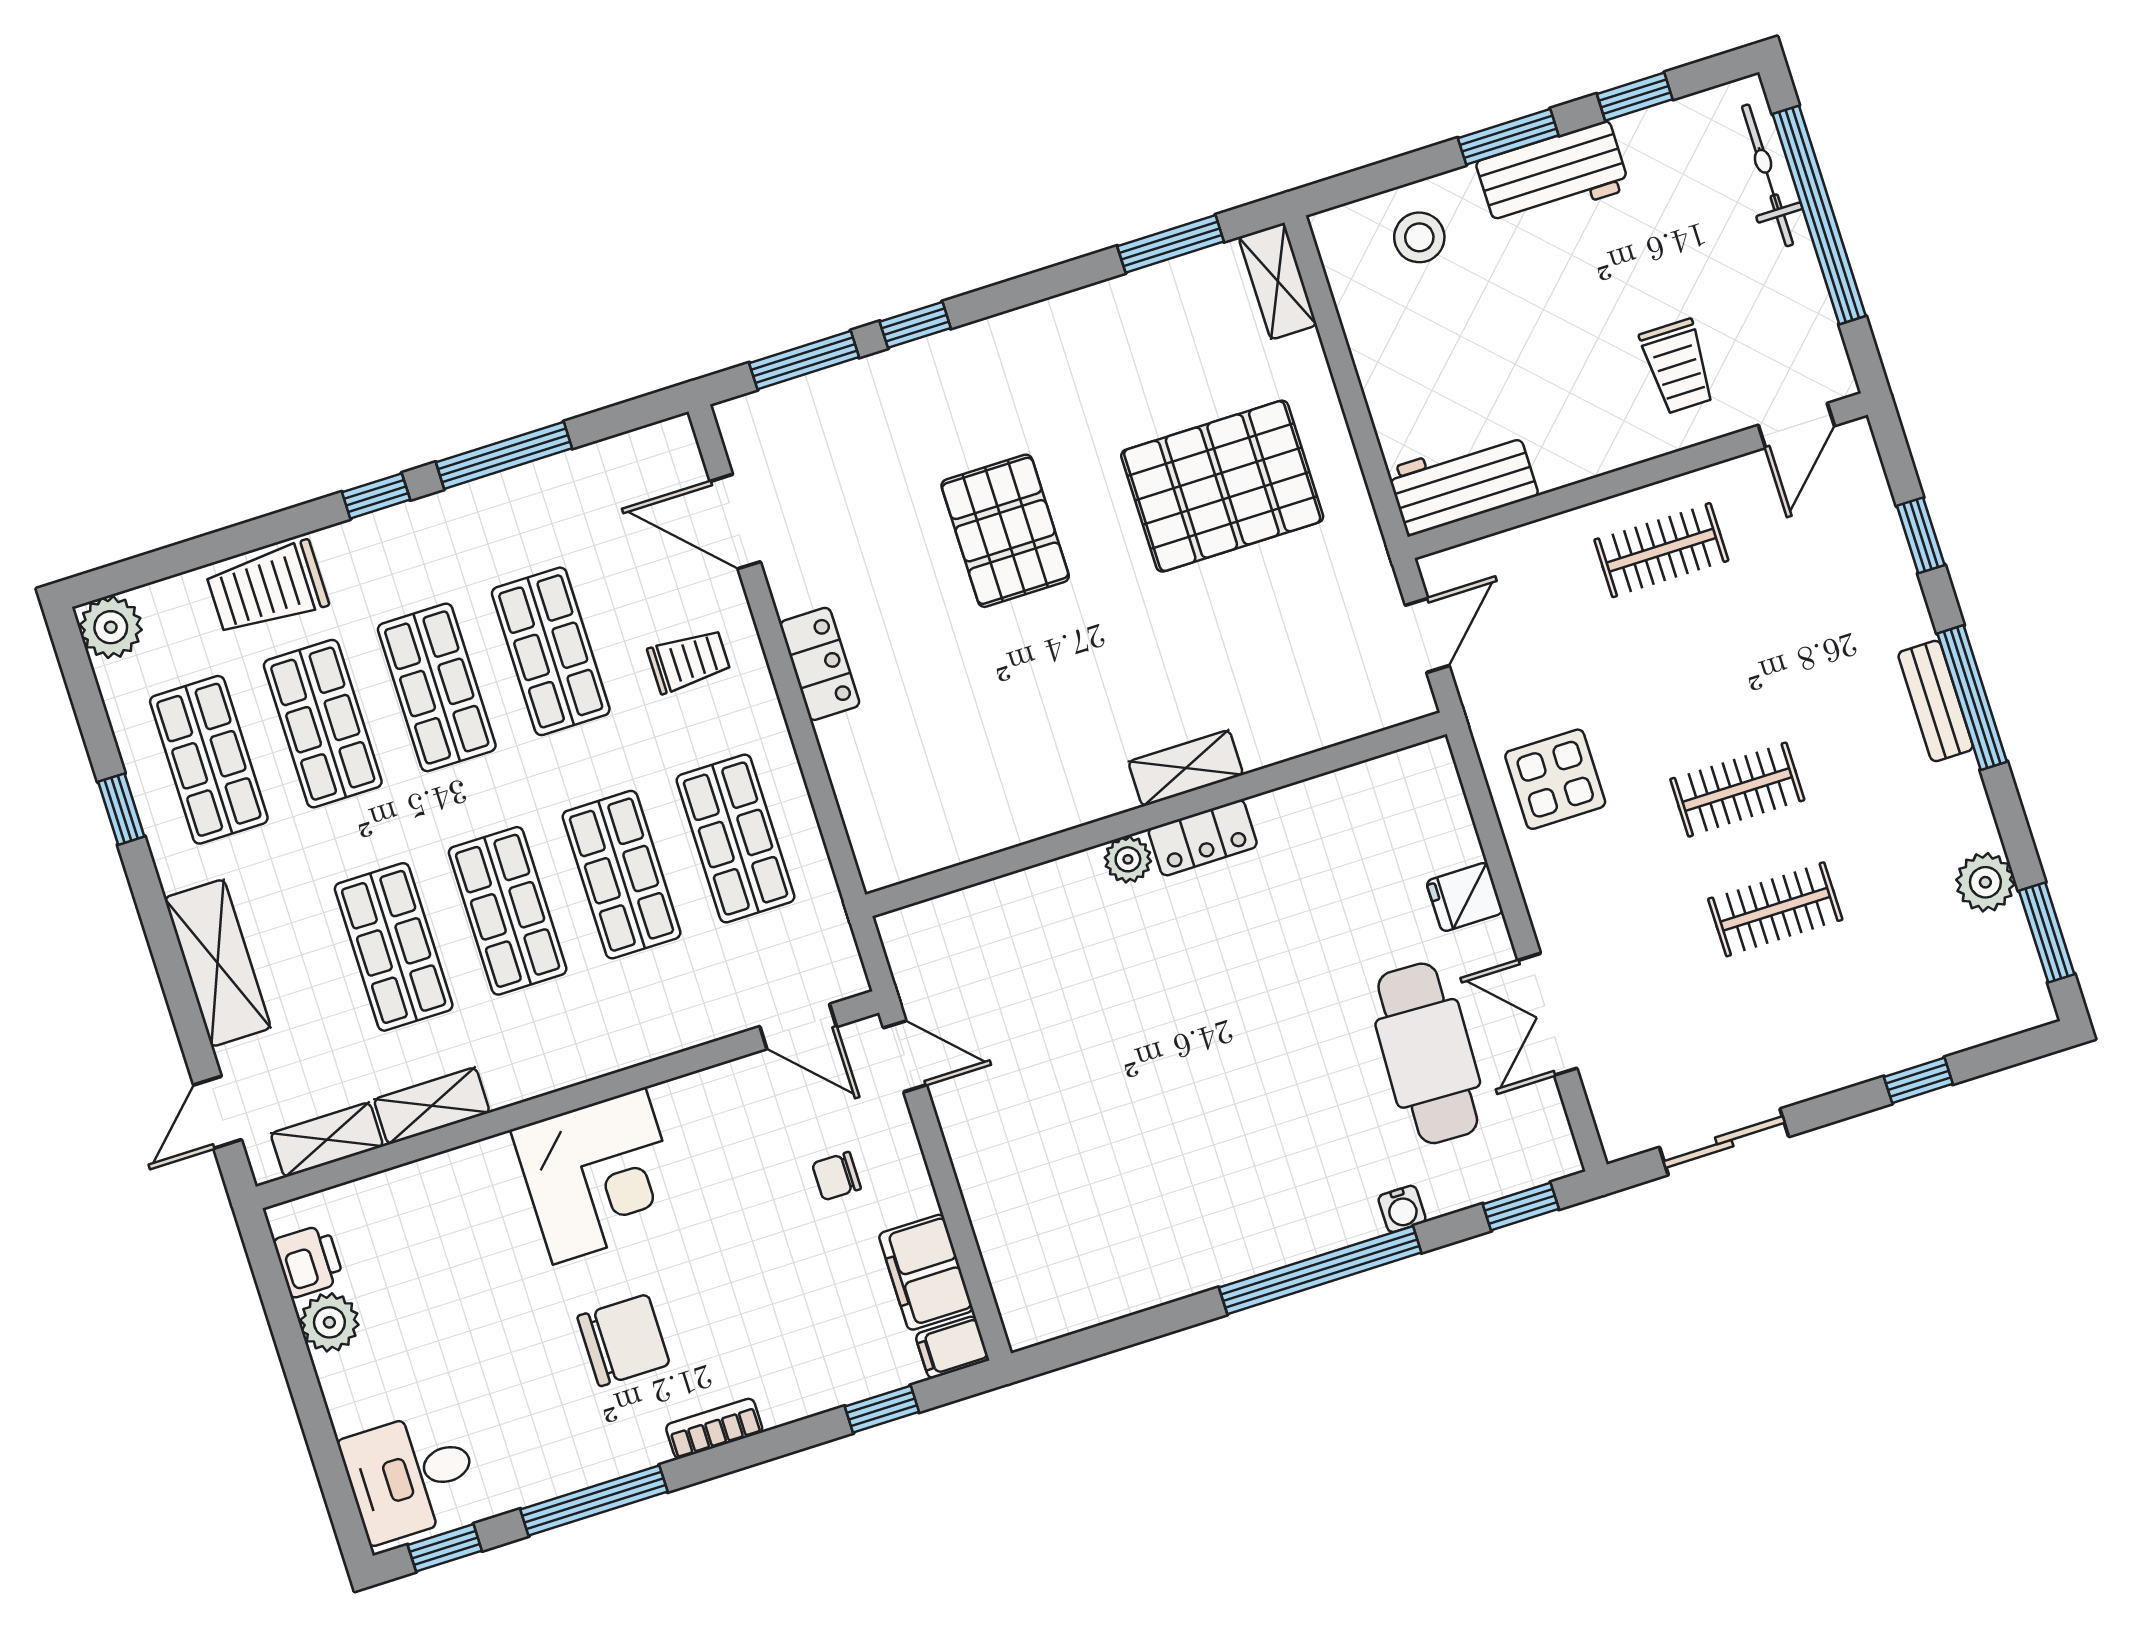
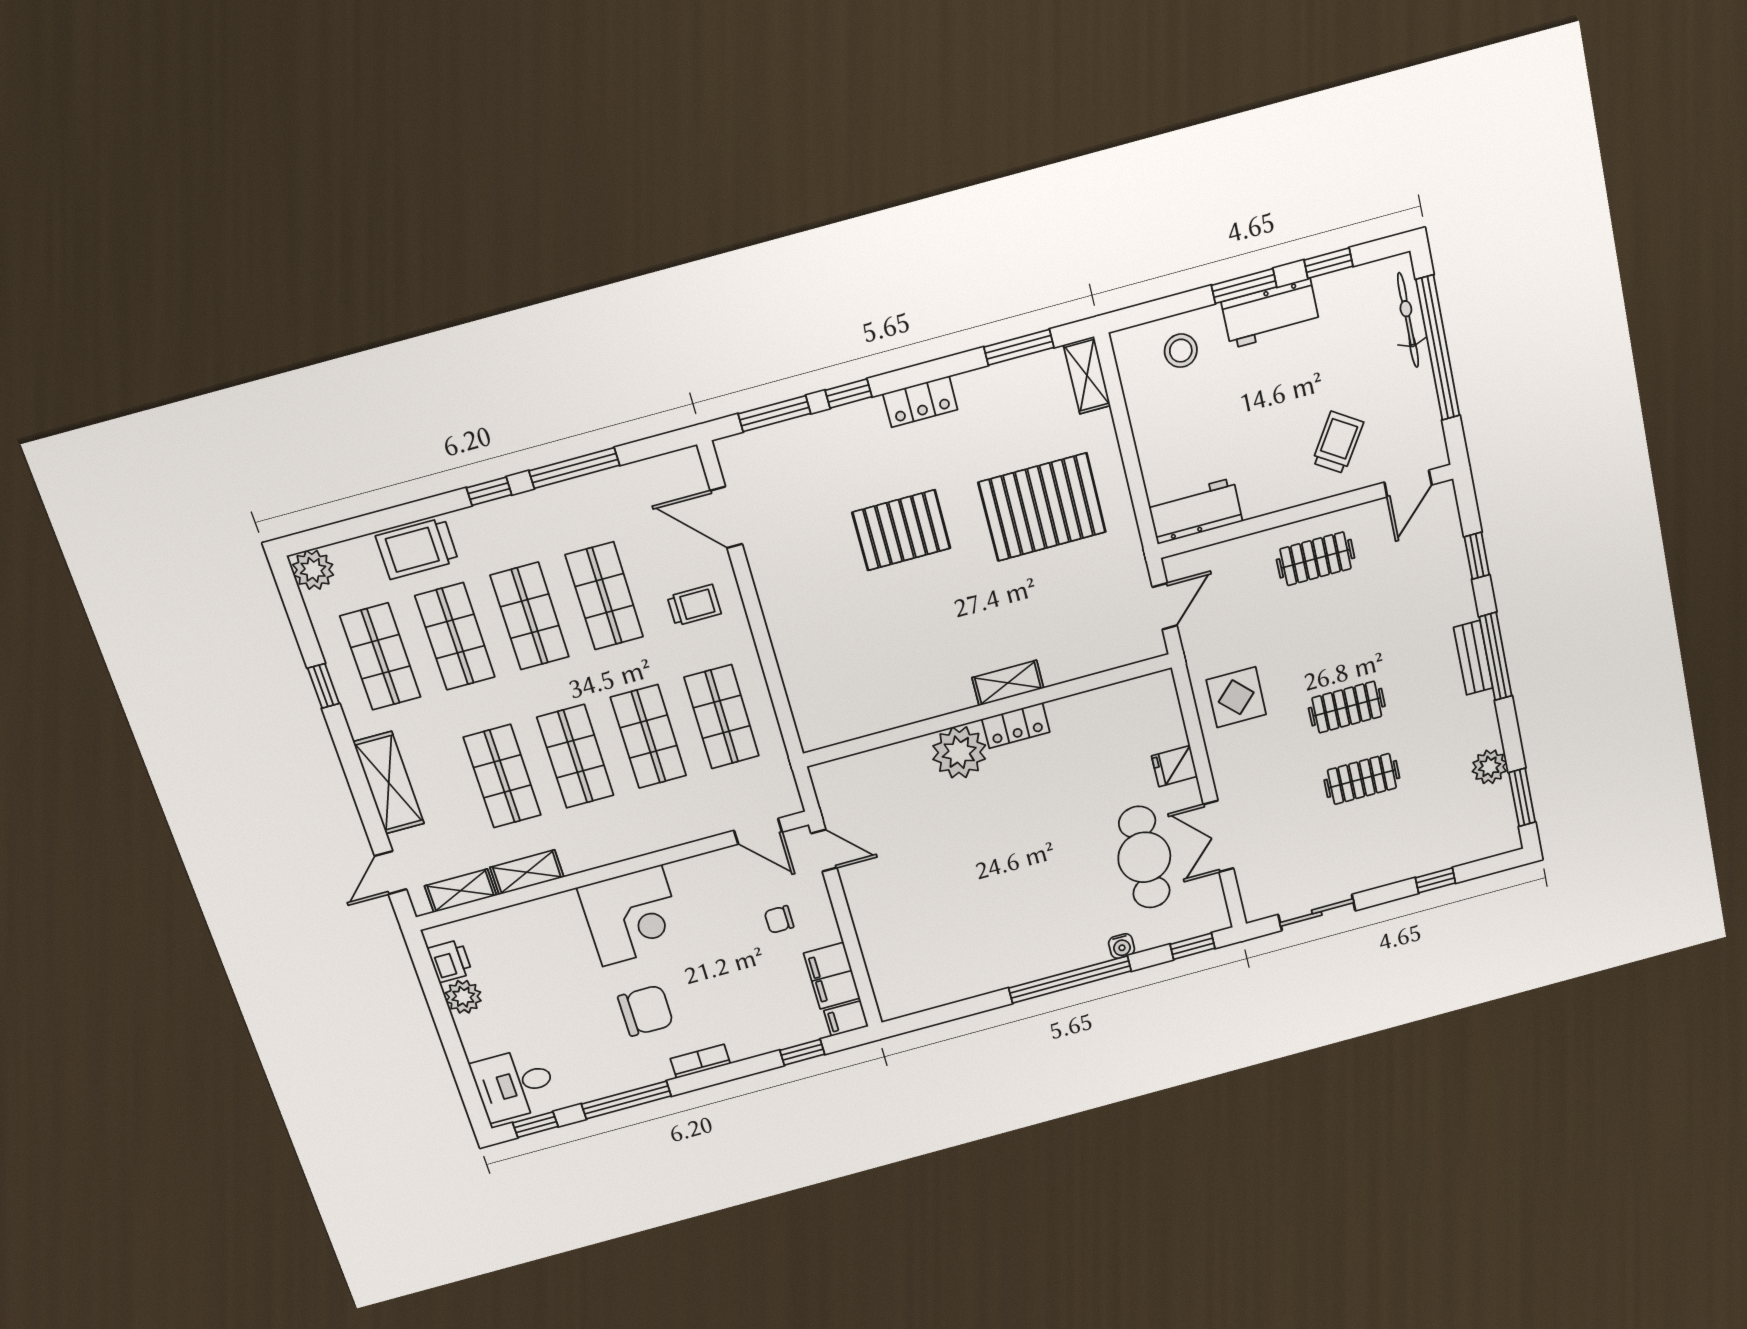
trolley: (1678, 366) -> (1338, 442), turned -147
pallet: (1005, 531) -> (901, 530), turned 90
locker: (820, 664) -> (920, 402), moved, turned 90
plant: (1128, 859) -> (959, 752), width x1.87, depth x1.87

